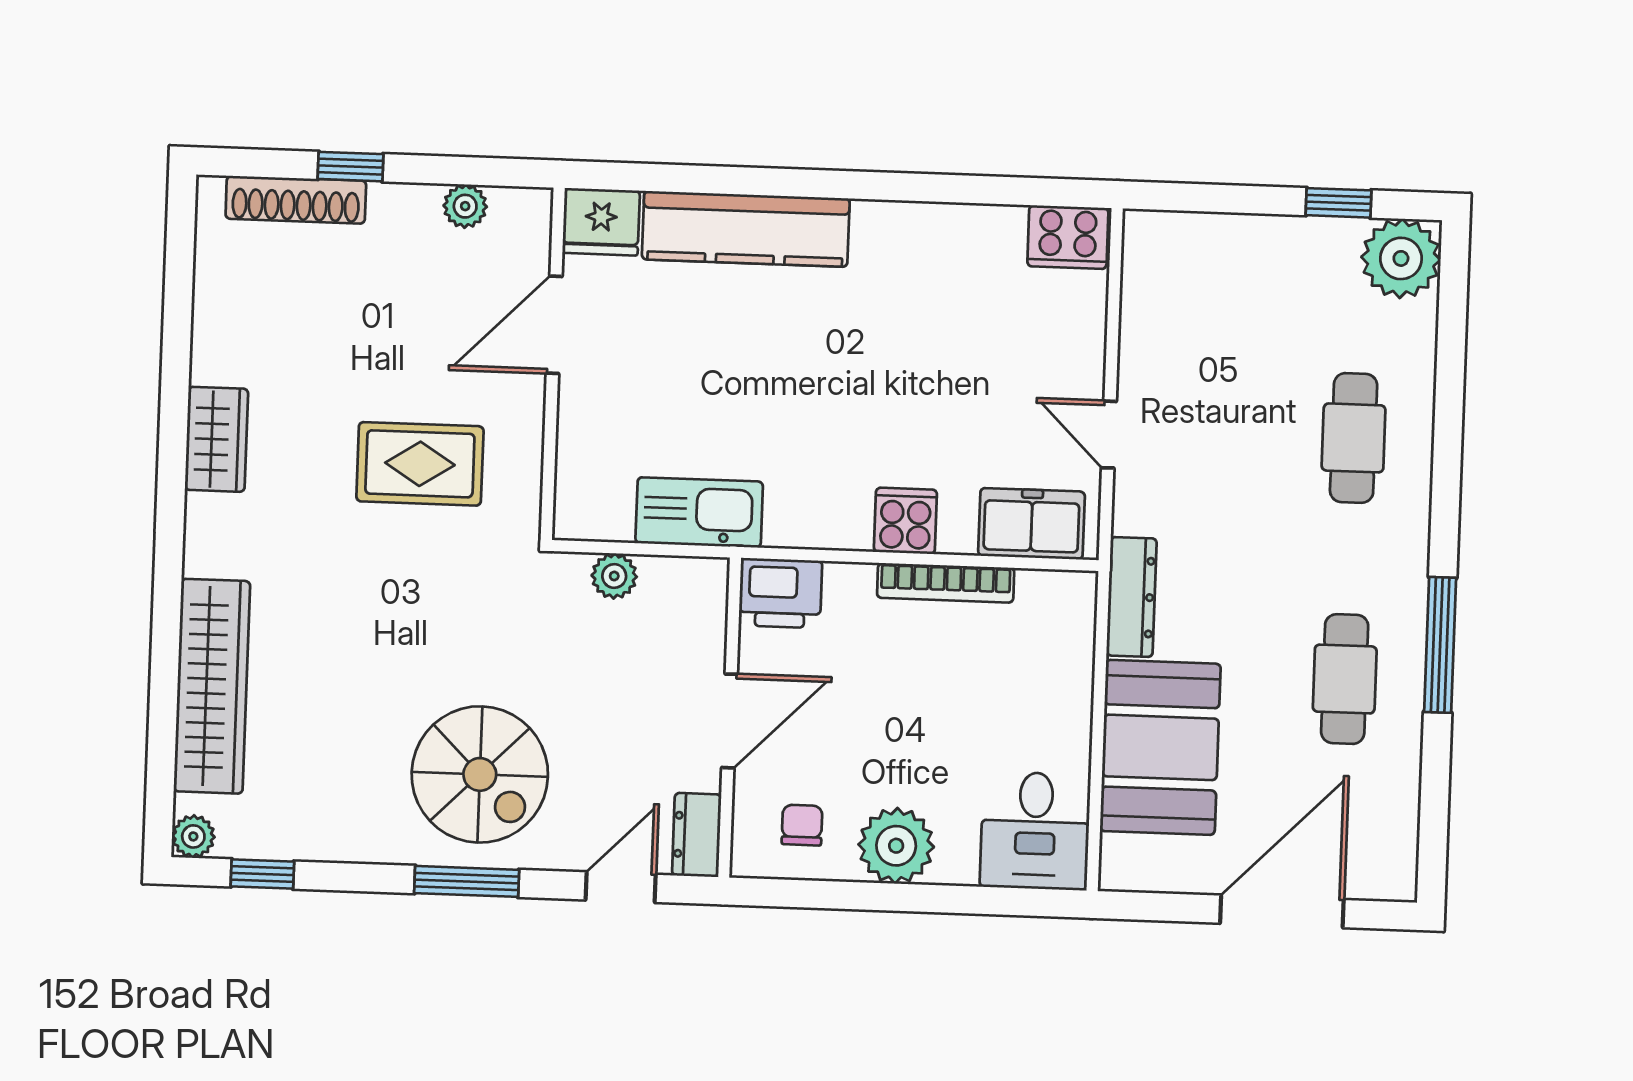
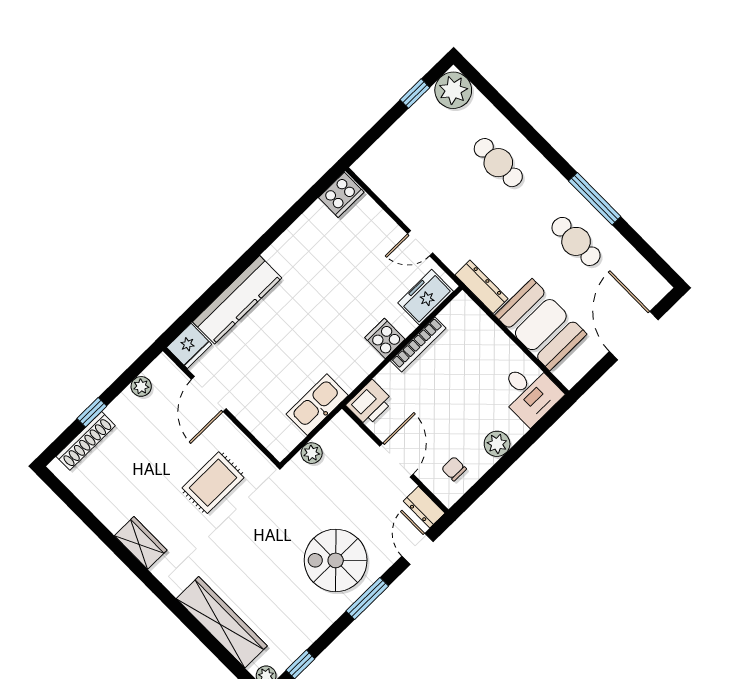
spiral stairs: (480, 774) -> (336, 560), turned 180
plant: (896, 846) -> (497, 444), width x0.73, depth x0.73

